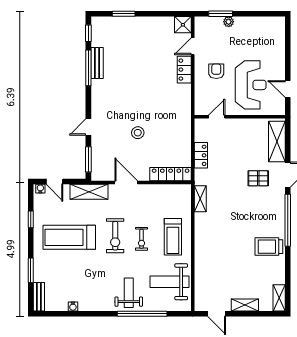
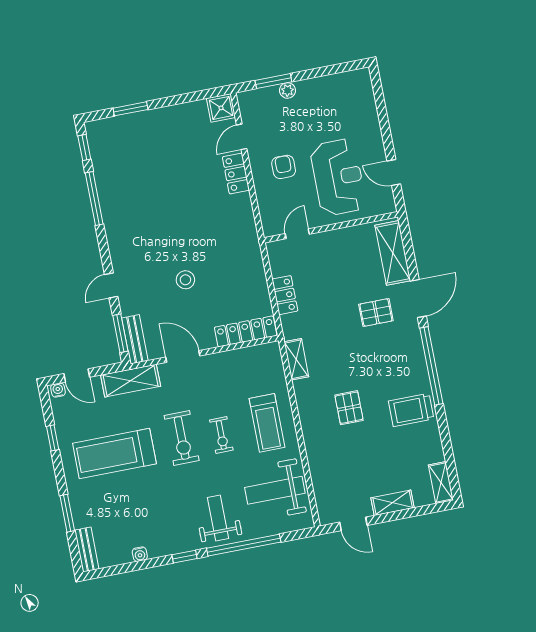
bench: (97, 63) -> (135, 339), moved
pallet: (229, 237) -> (349, 408), added
window: (102, 314) -> (185, 557), added

